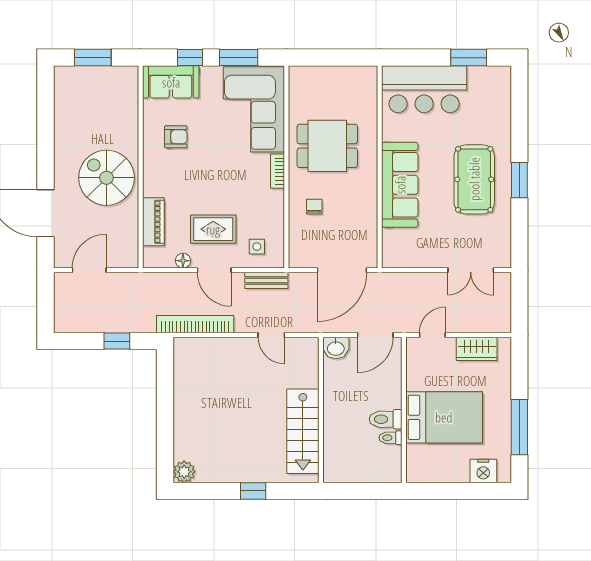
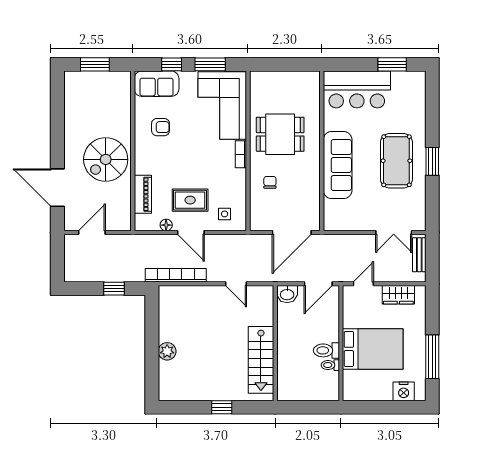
spiral stairs: (107, 178) -> (106, 159), turned -90
bench: (266, 280) -> (419, 255), moved, turned 90
plant: (184, 472) -> (167, 351), moved

